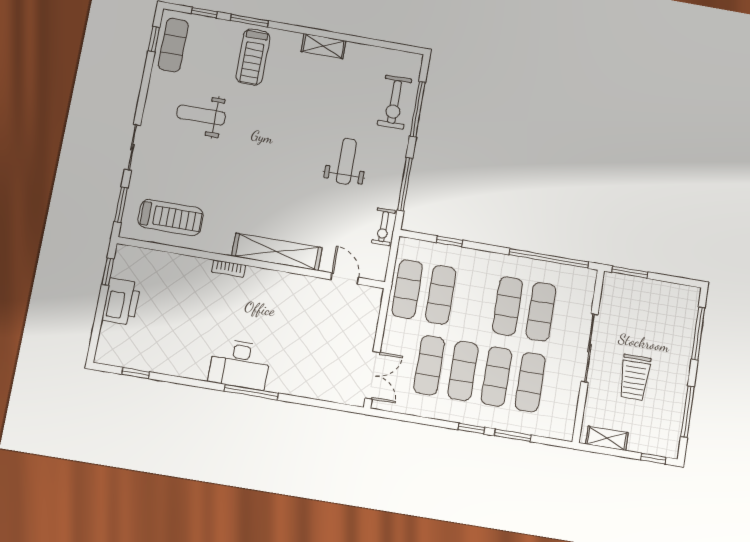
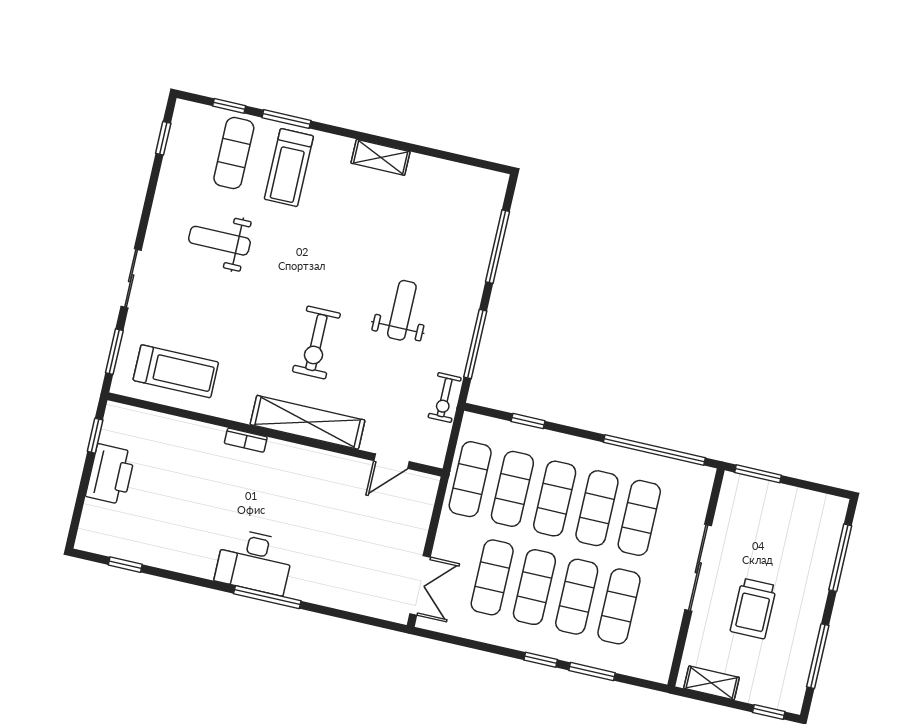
exercise mat: (173, 45) -> (234, 153), moved
exercise bike: (395, 102) -> (316, 342), moved
door: (345, 278) -> (391, 461), swing flipped
exercise mat: (474, 300) -> (555, 499), added

